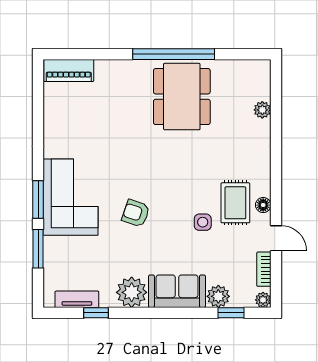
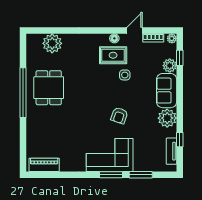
piano: (69, 70) -> (44, 165), moved, turned -90
dining table: (182, 97) -> (49, 88), width x0.73
plant: (262, 110) -> (52, 43), width x1.87, depth x1.87

